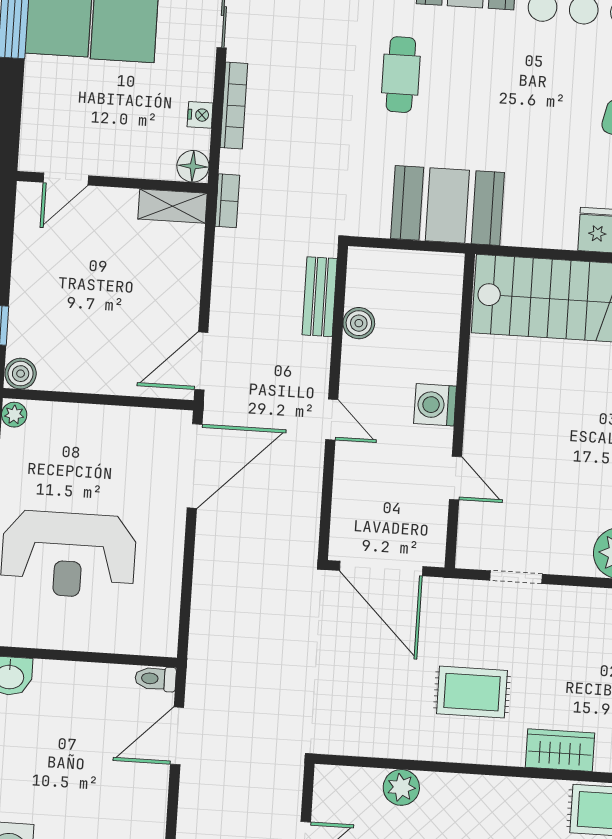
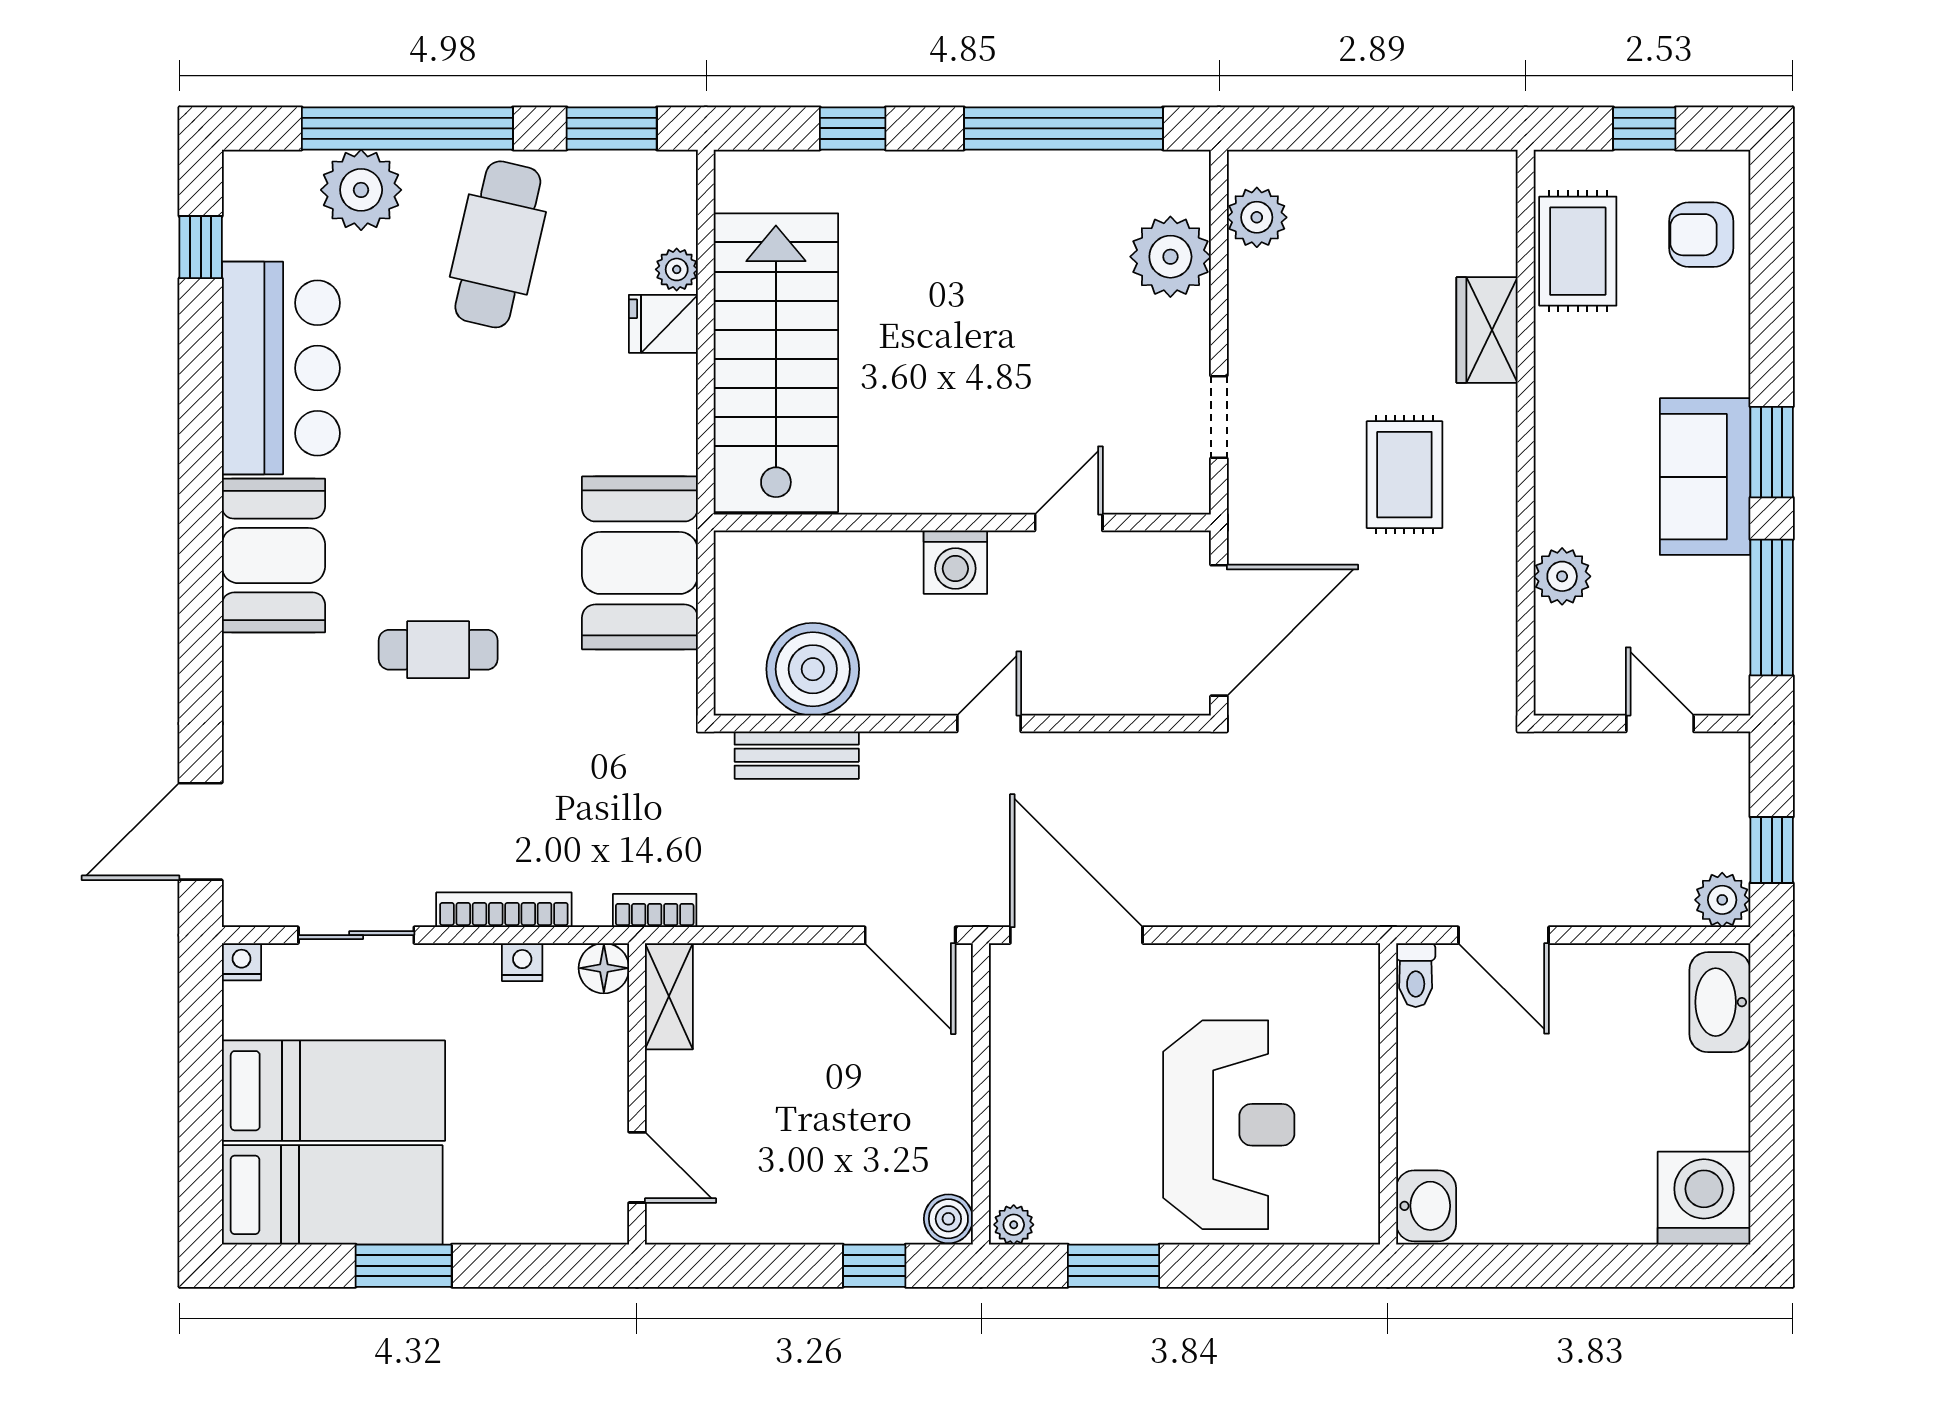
boiler: (359, 323) -> (813, 669), width x1.86, depth x1.86

